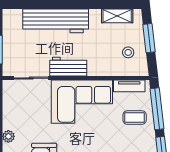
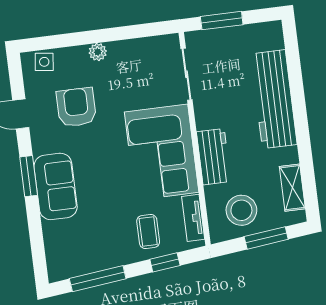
stool: (128, 52) -> (241, 210), width x1.89, depth x1.89
workbench: (68, 67) -> (214, 157), moved
window: (157, 109) -> (165, 262), width x0.46

